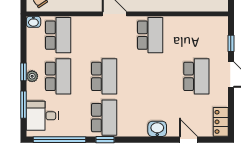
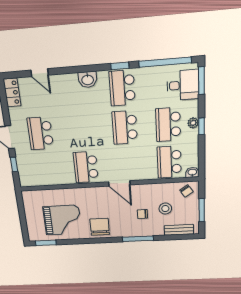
window: (23, 105) -> (201, 81), moved
washbasin: (157, 129) -> (88, 80), moved

